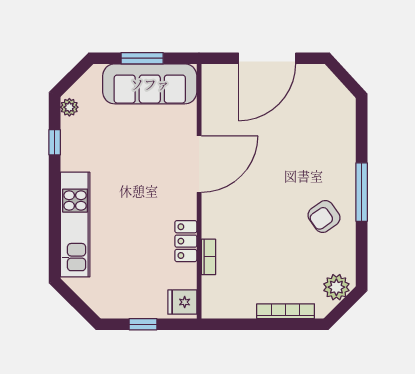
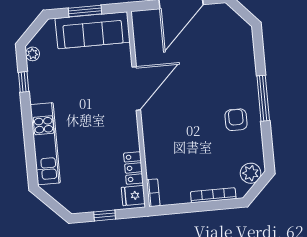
armchair: (324, 217) -> (236, 120), turned 125
locker: (186, 241) -> (133, 168), moved
bookcase: (208, 257) -> (153, 193), moved

